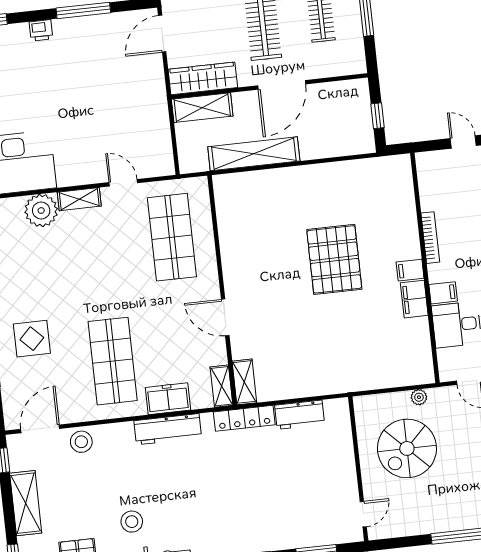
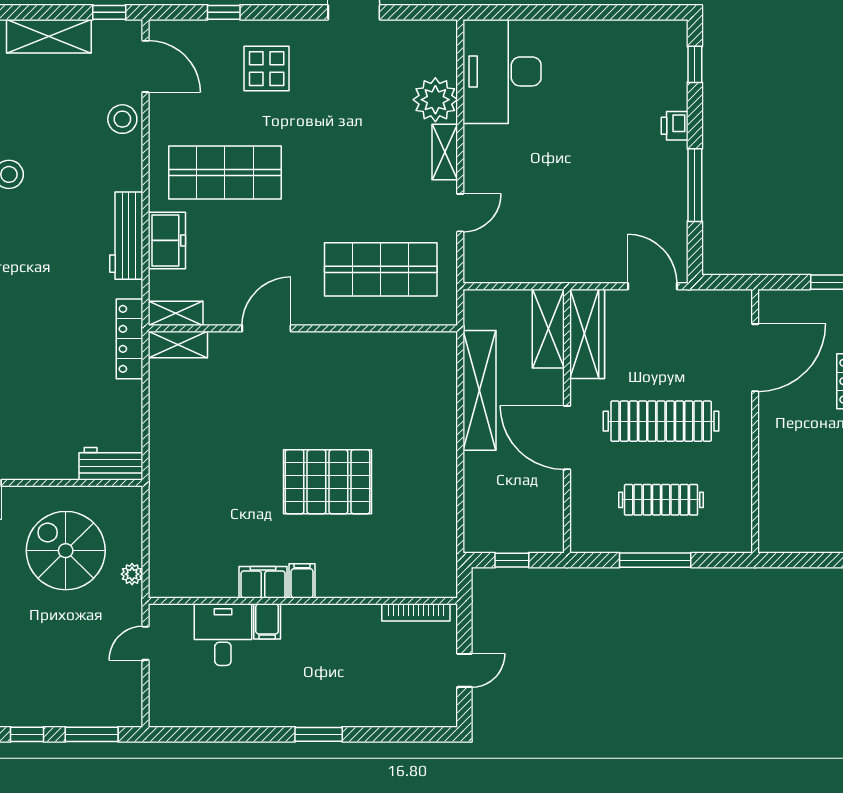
bookcase: (430, 238) -> (416, 612), moved
workbench: (299, 415) -> (111, 464), moved, turned 90

